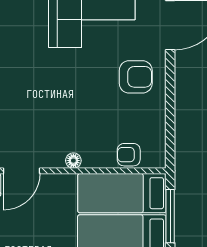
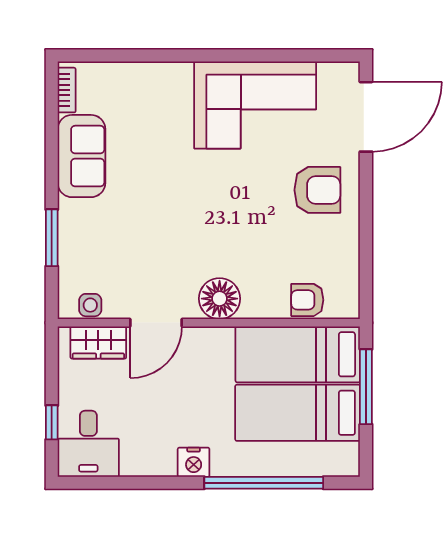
floor lamp: (73, 161) -> (220, 299), width x1.89, depth x1.89

